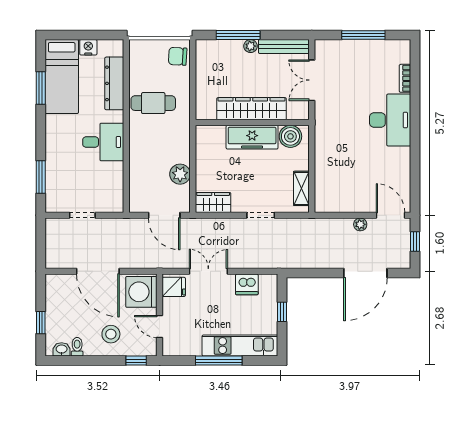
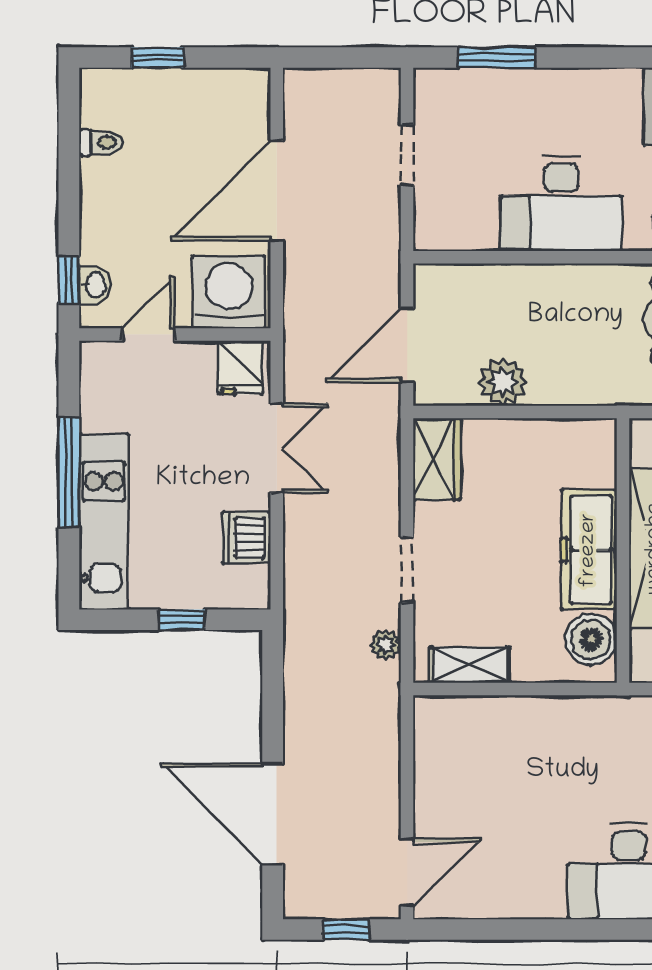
desk: (103, 142) -> (561, 203), width x1.37
plant: (360, 224) -> (386, 645), moved
stool: (111, 334) -> (130, 221), removed
washbasin: (62, 349) -> (95, 285), moved

